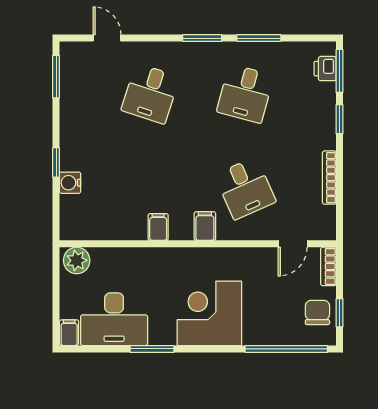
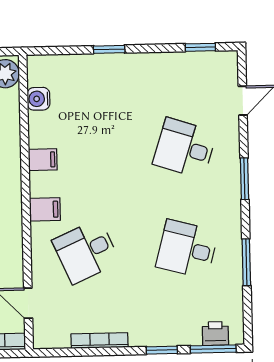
window: (202, 38) -> (244, 179), moved
window: (56, 77) -> (200, 47), width x0.67
water cooler: (70, 183) -> (38, 99), moved, turned -90

